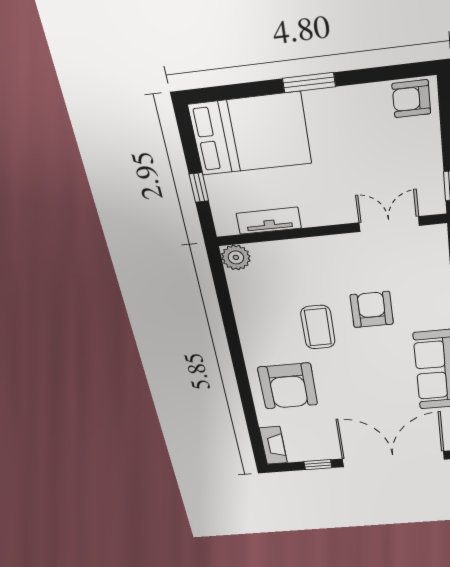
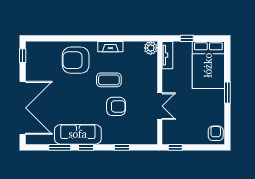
tv unit: (269, 221) -> (167, 55), moved
double door: (389, 224) -> (160, 106), moved
fireplace: (273, 445) -> (110, 47), moved
window: (318, 465) -> (23, 56), moved

